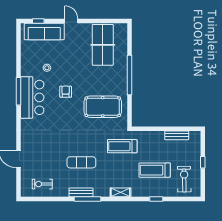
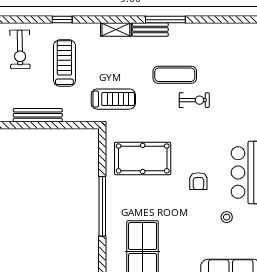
bench: (177, 135) -> (38, 115), width x1.36
treadmill: (155, 170) -> (64, 63), turned -90
exercise bike: (42, 184) -> (194, 100), moved
bench: (81, 192) -> (150, 30), moved

